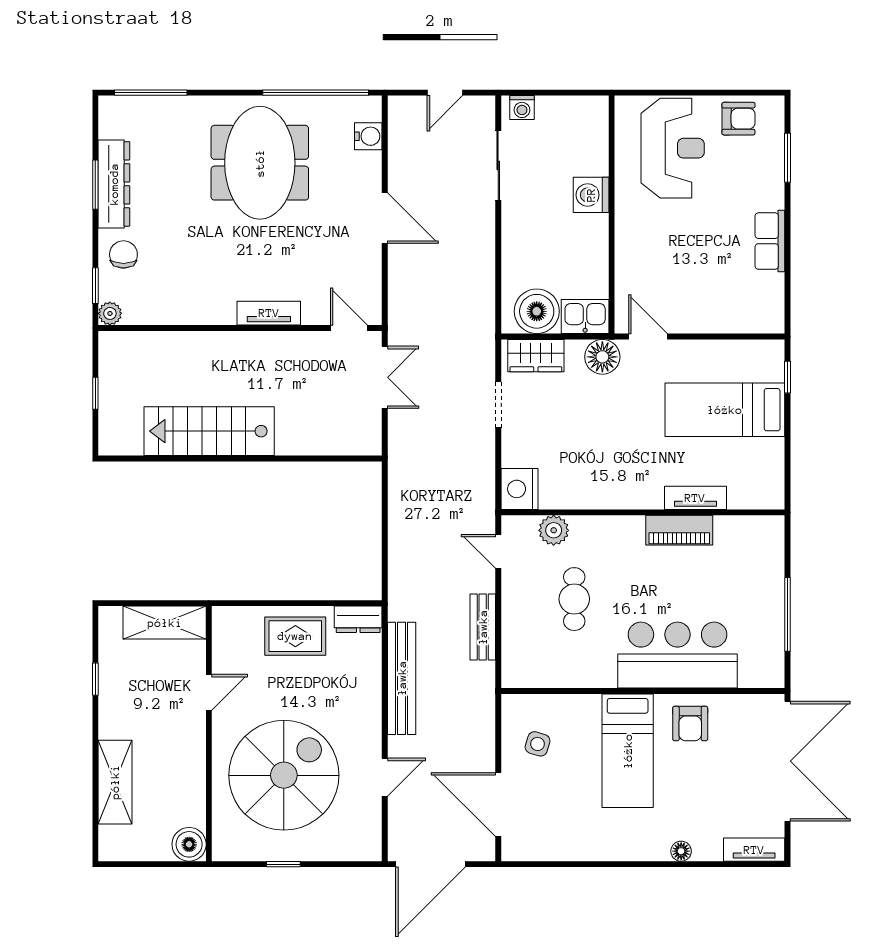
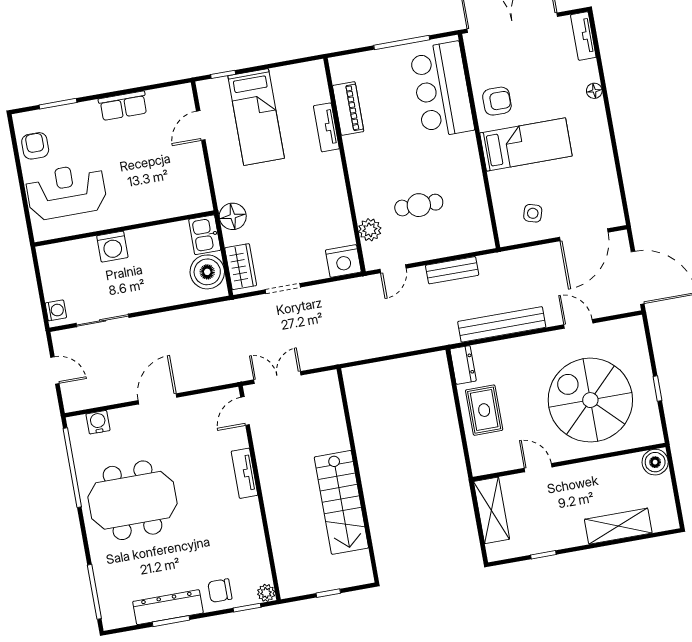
door: (648, 337) -> (201, 125), moved
piano: (679, 530) -> (348, 109), moved
bar counter: (678, 655) -> (442, 90), moved

